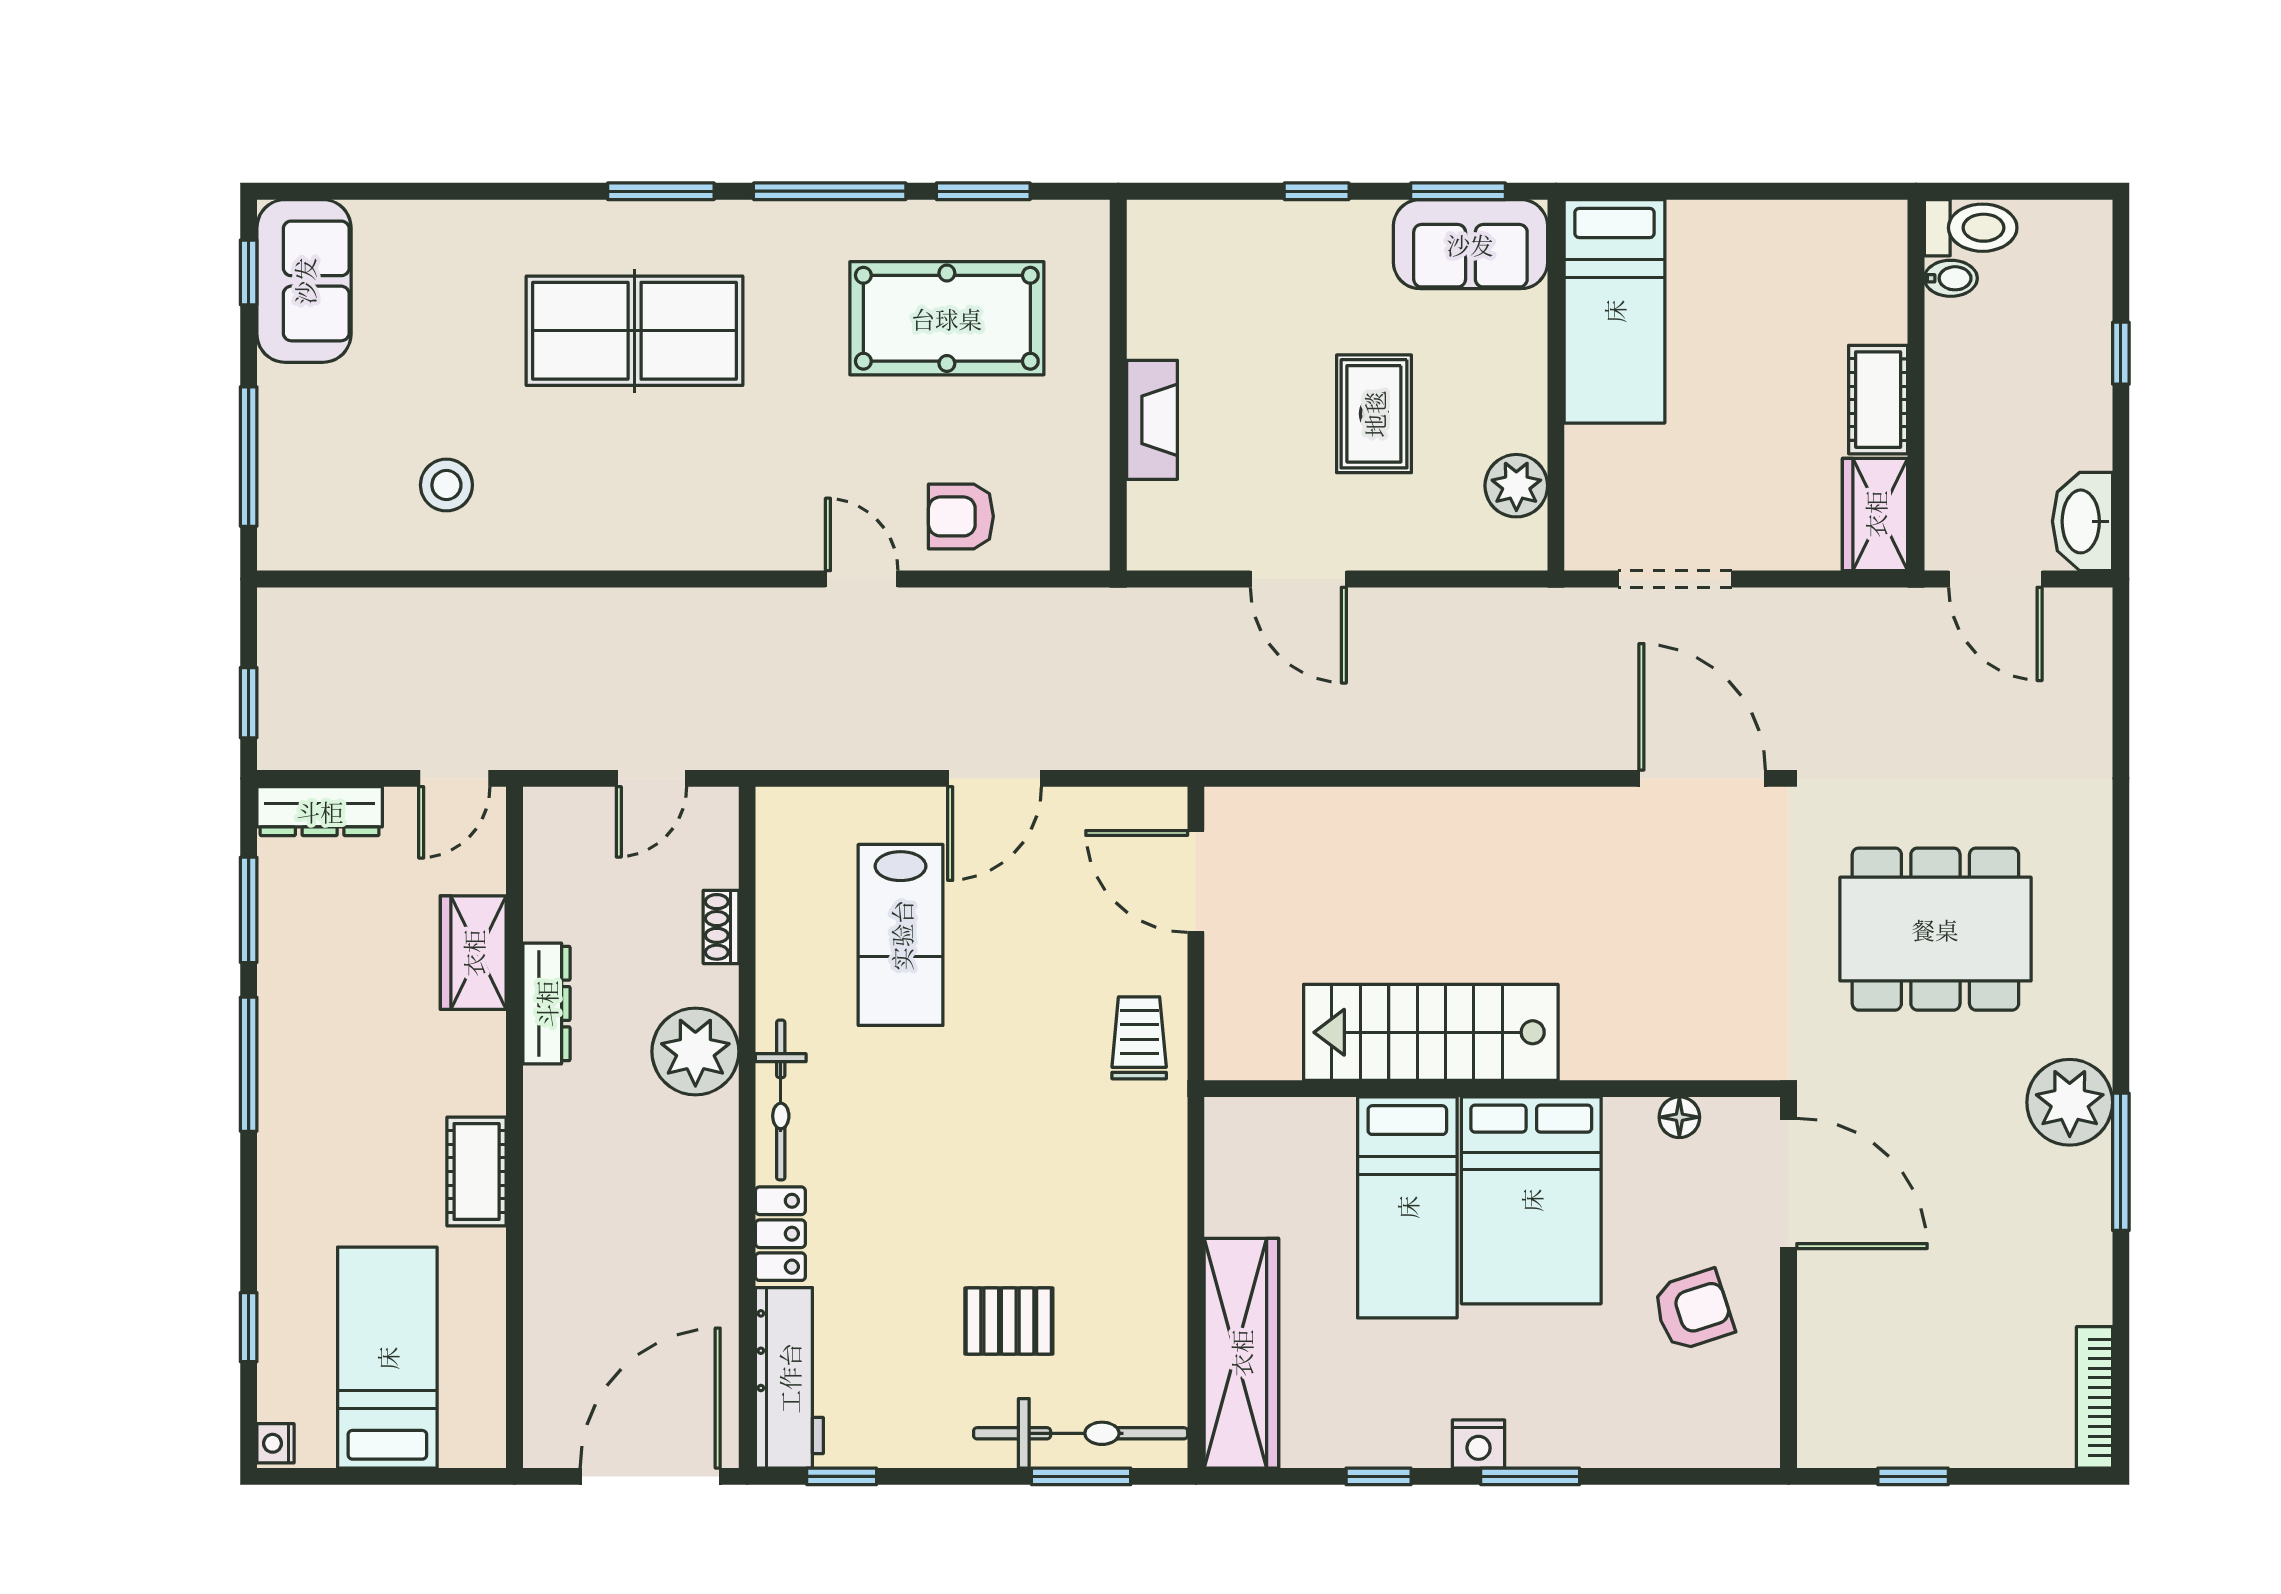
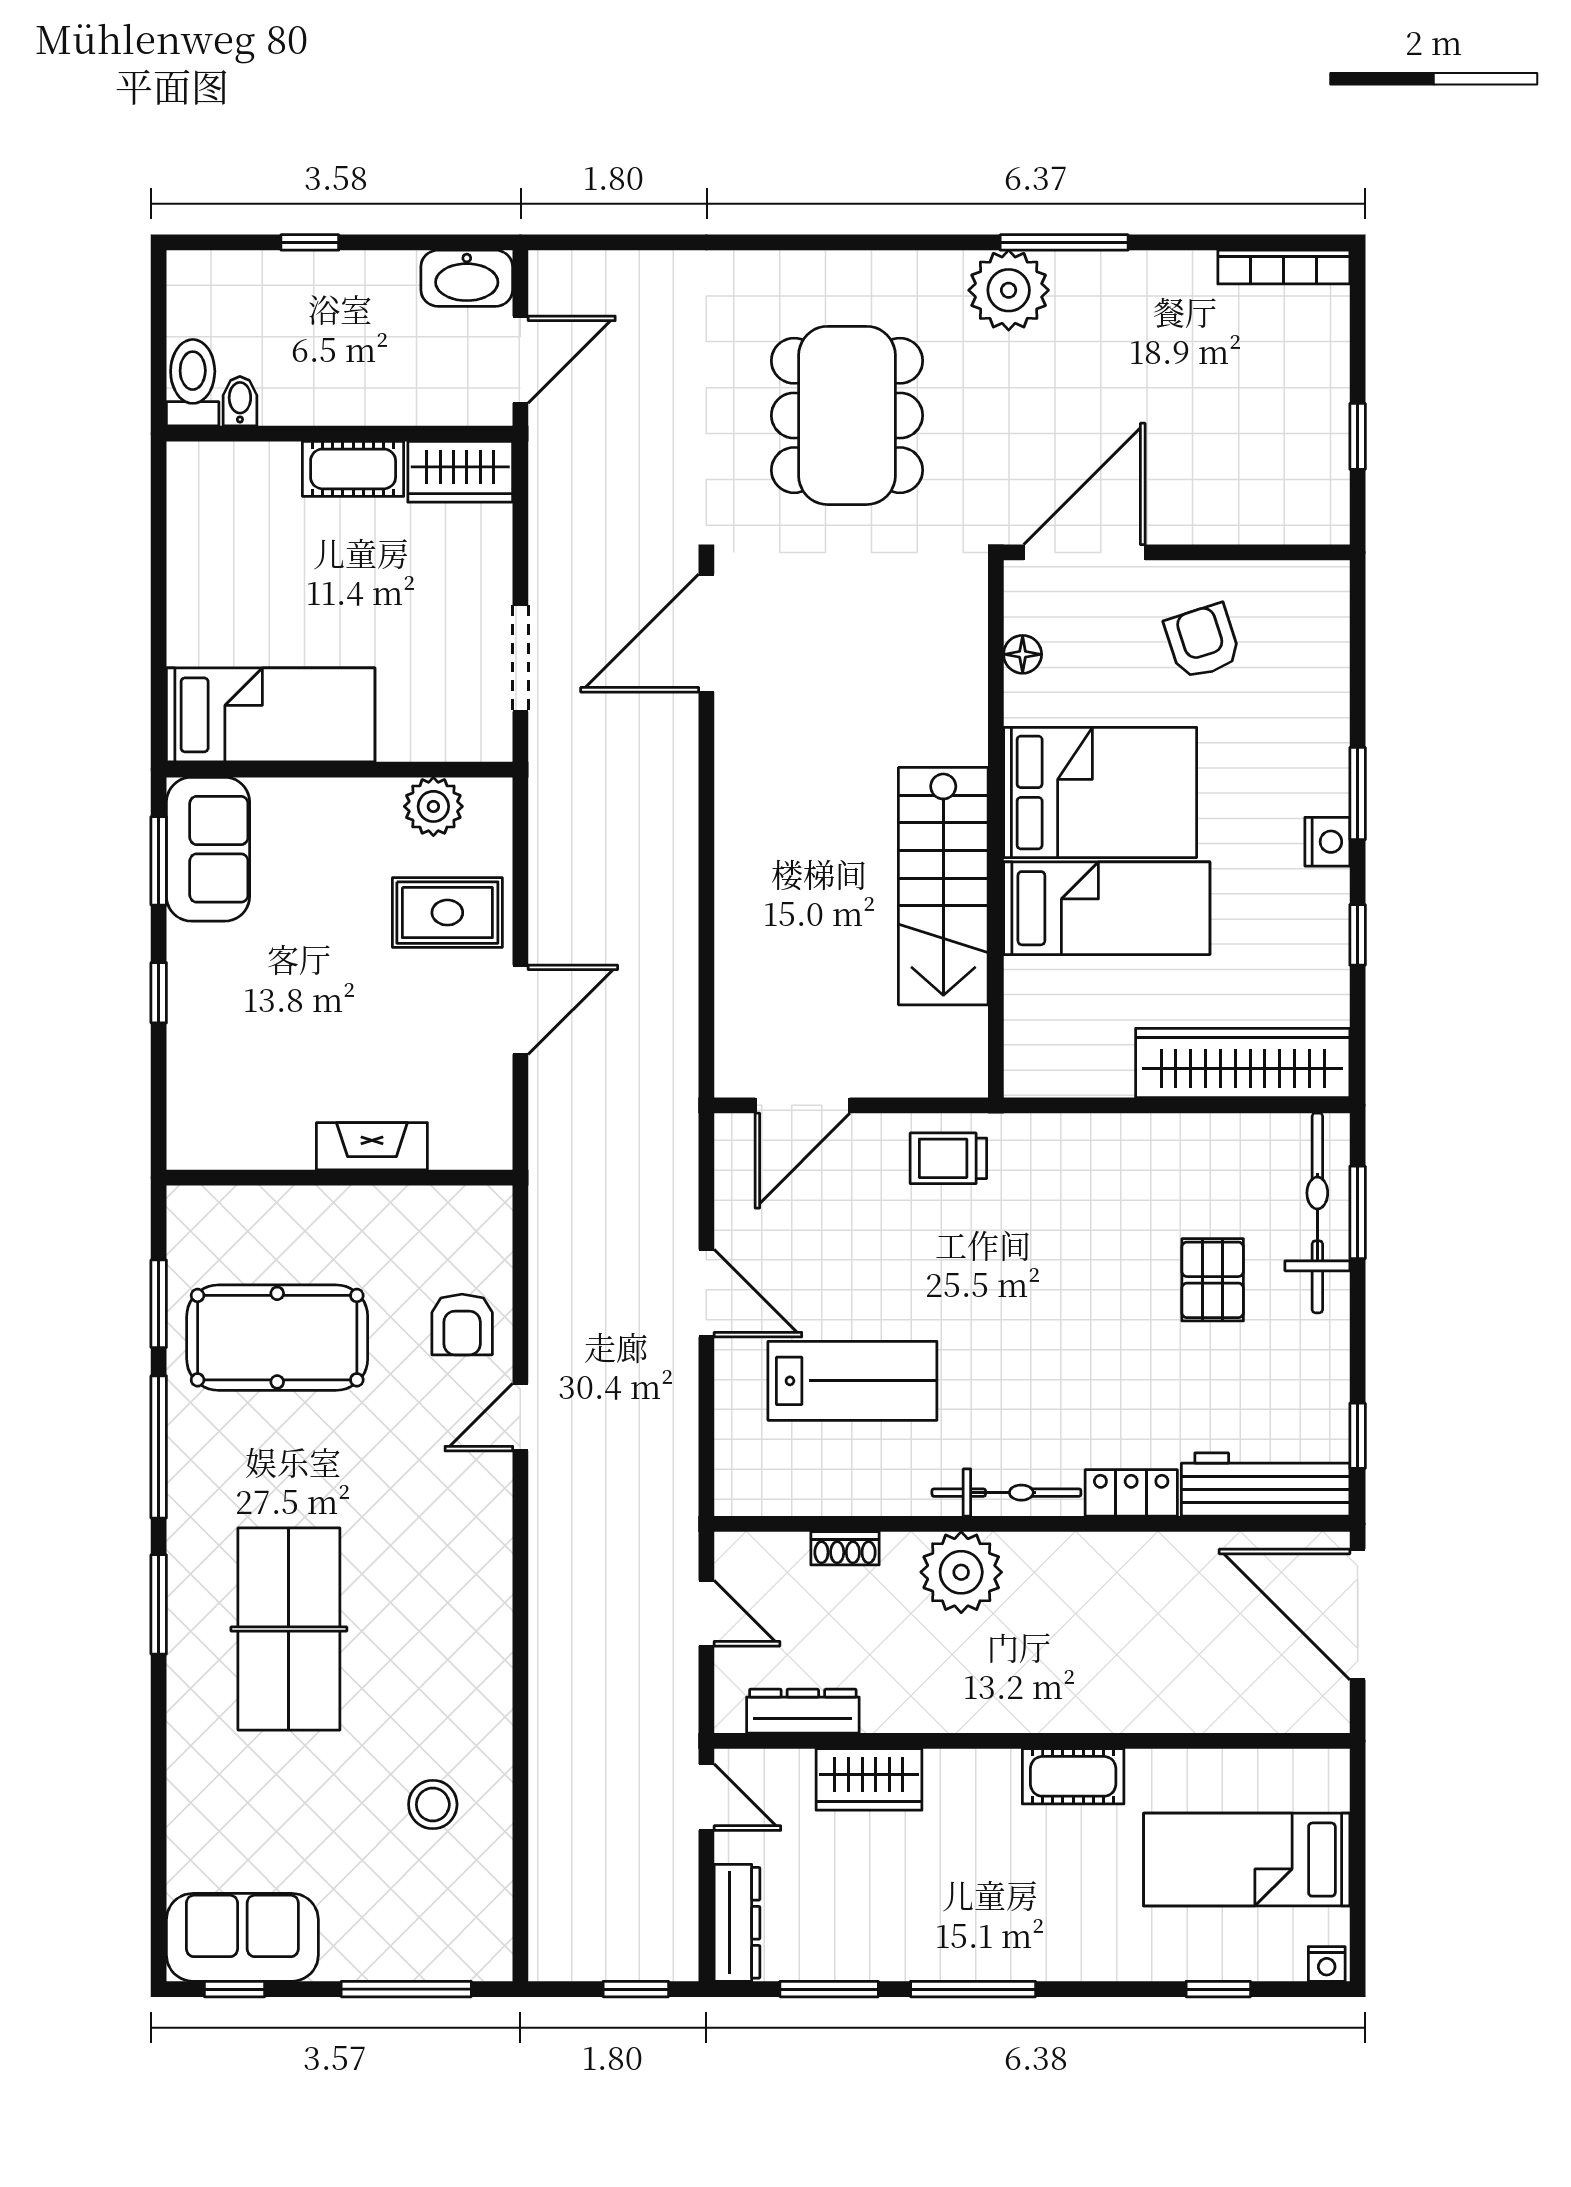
pool table: (947, 318) -> (277, 1338), turned 90
rug: (1374, 414) -> (447, 913), moved
dresser: (546, 1004) -> (803, 1711), moved

